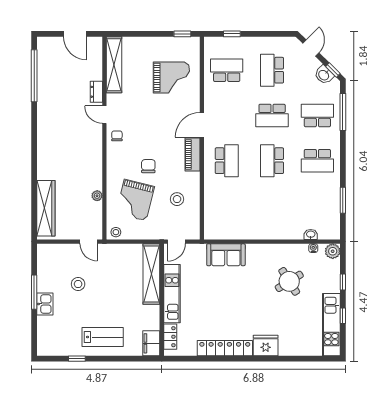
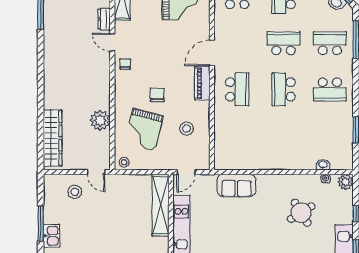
school desk: (272, 115) -> (284, 43), turned 180
plant: (97, 196) -> (100, 120), width x1.88, depth x1.88
stool: (78, 284) -> (75, 192), moved

